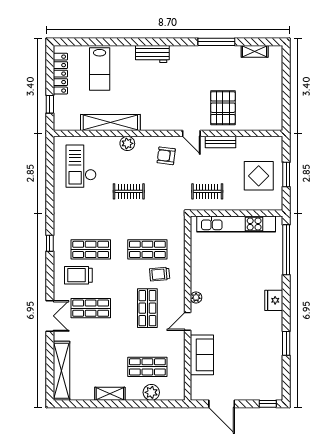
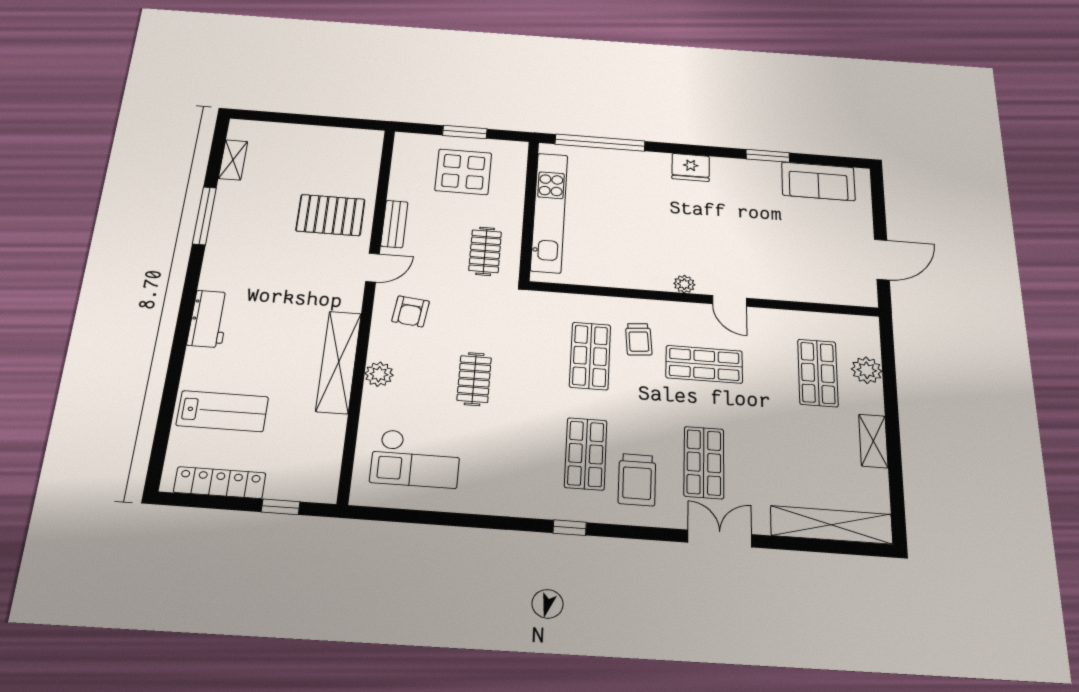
shelving: (110, 123) -> (339, 362), moved
sofa: (202, 355) -> (818, 181), moved, turned 180
window: (268, 404) -> (877, 191), removed

